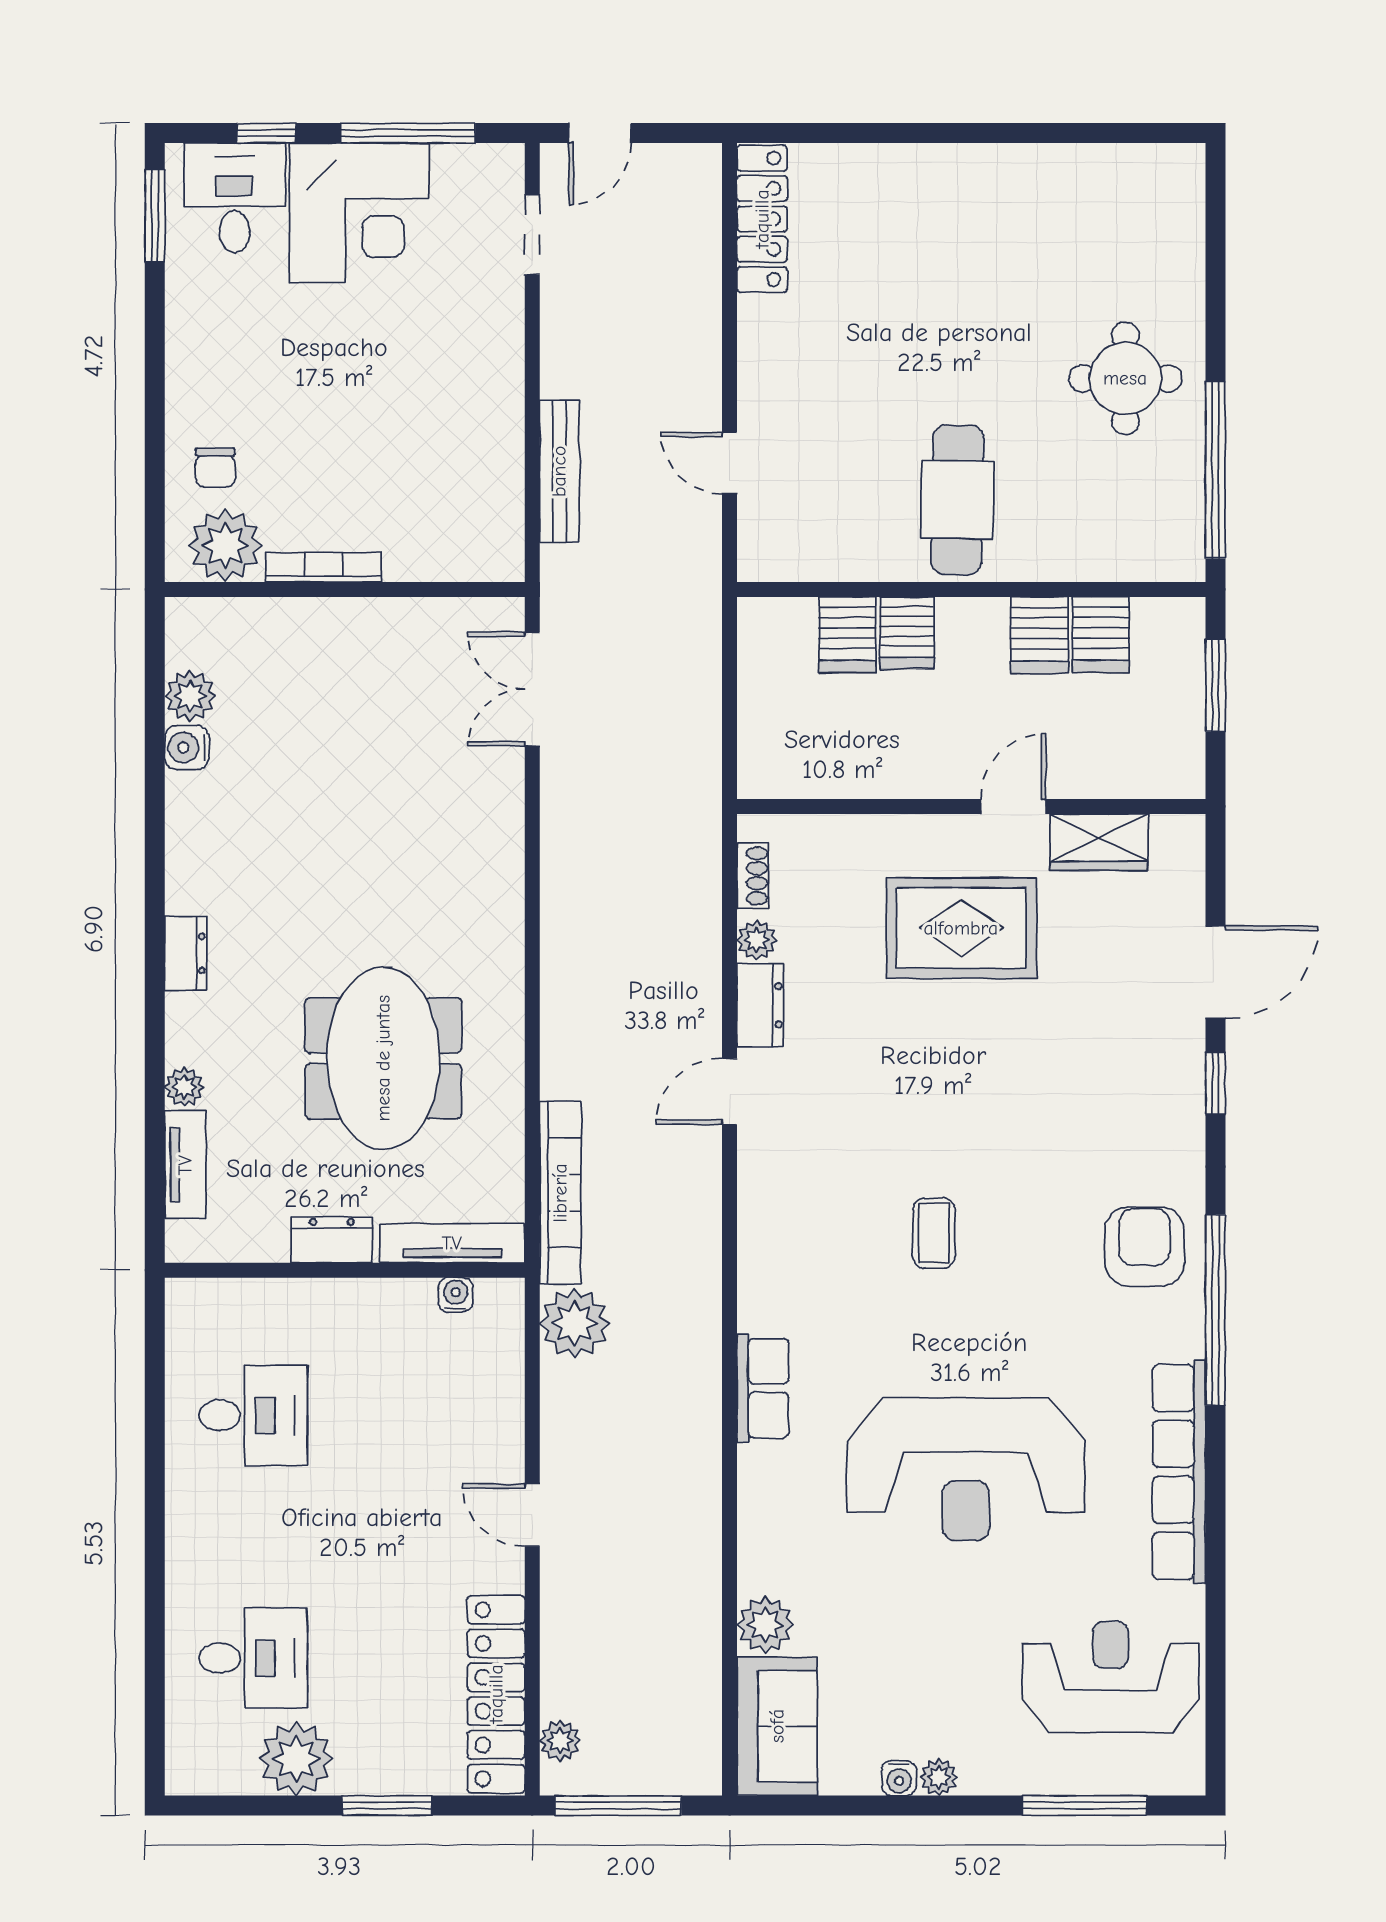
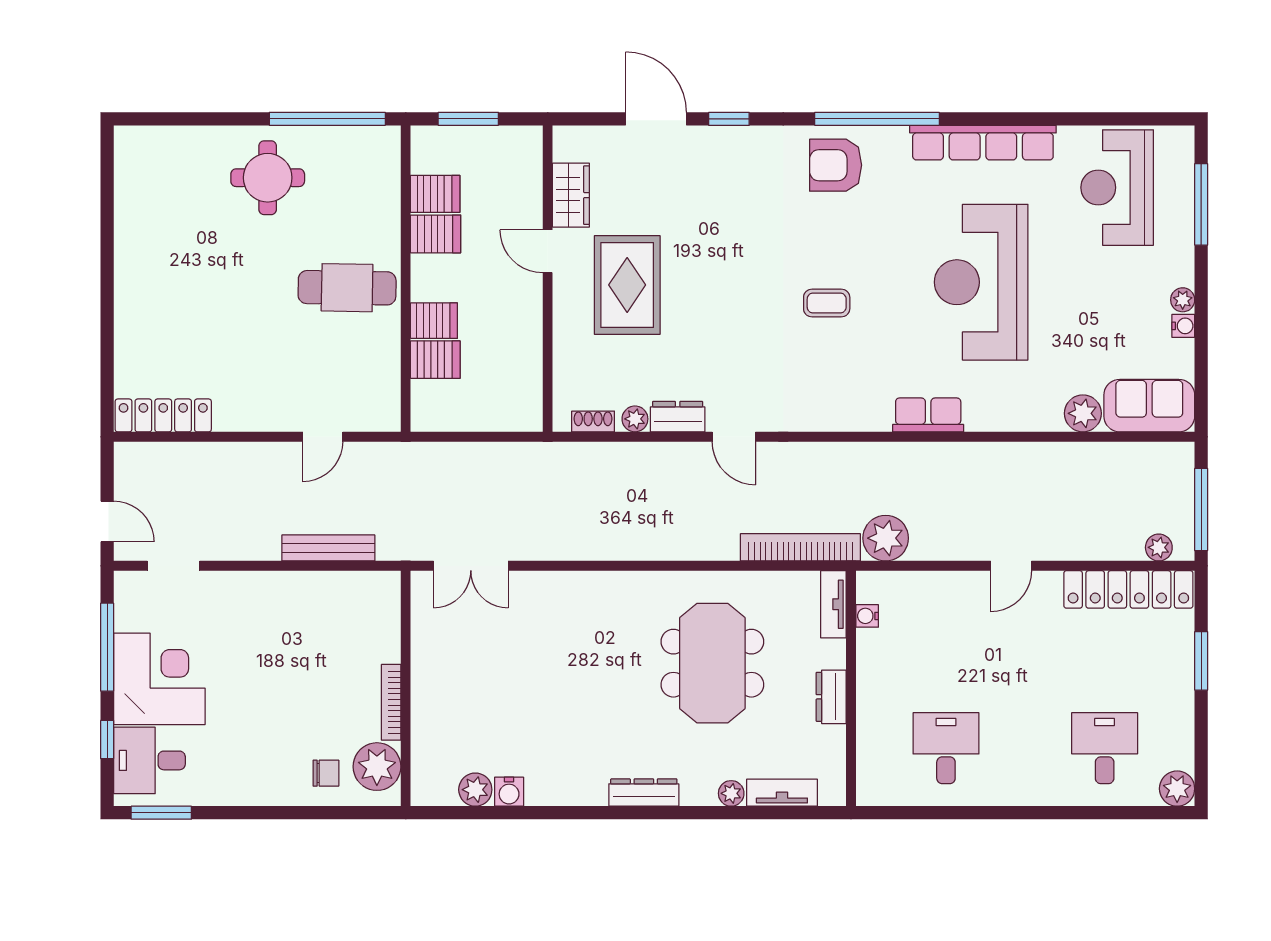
dresser: (186, 953) -> (644, 793), width x1.44
meeting table: (383, 1058) -> (712, 663), turned 90
tv unit: (452, 1243) -> (833, 604), width x0.71
reception desk: (966, 1469) -> (981, 282), turned 180
plant: (296, 1759) -> (1177, 789), moved, width x0.73, depth x0.73

